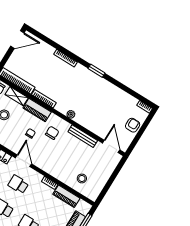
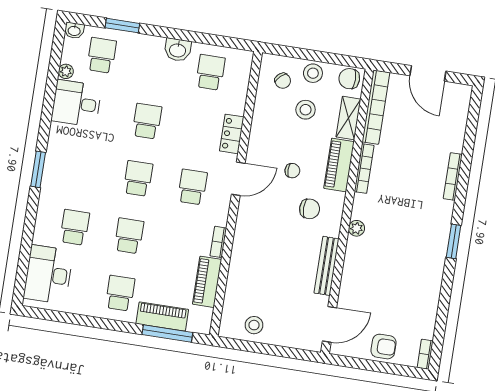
door: (17, 40) -> (428, 73), moved
stool: (82, 178) -> (254, 325), moved

